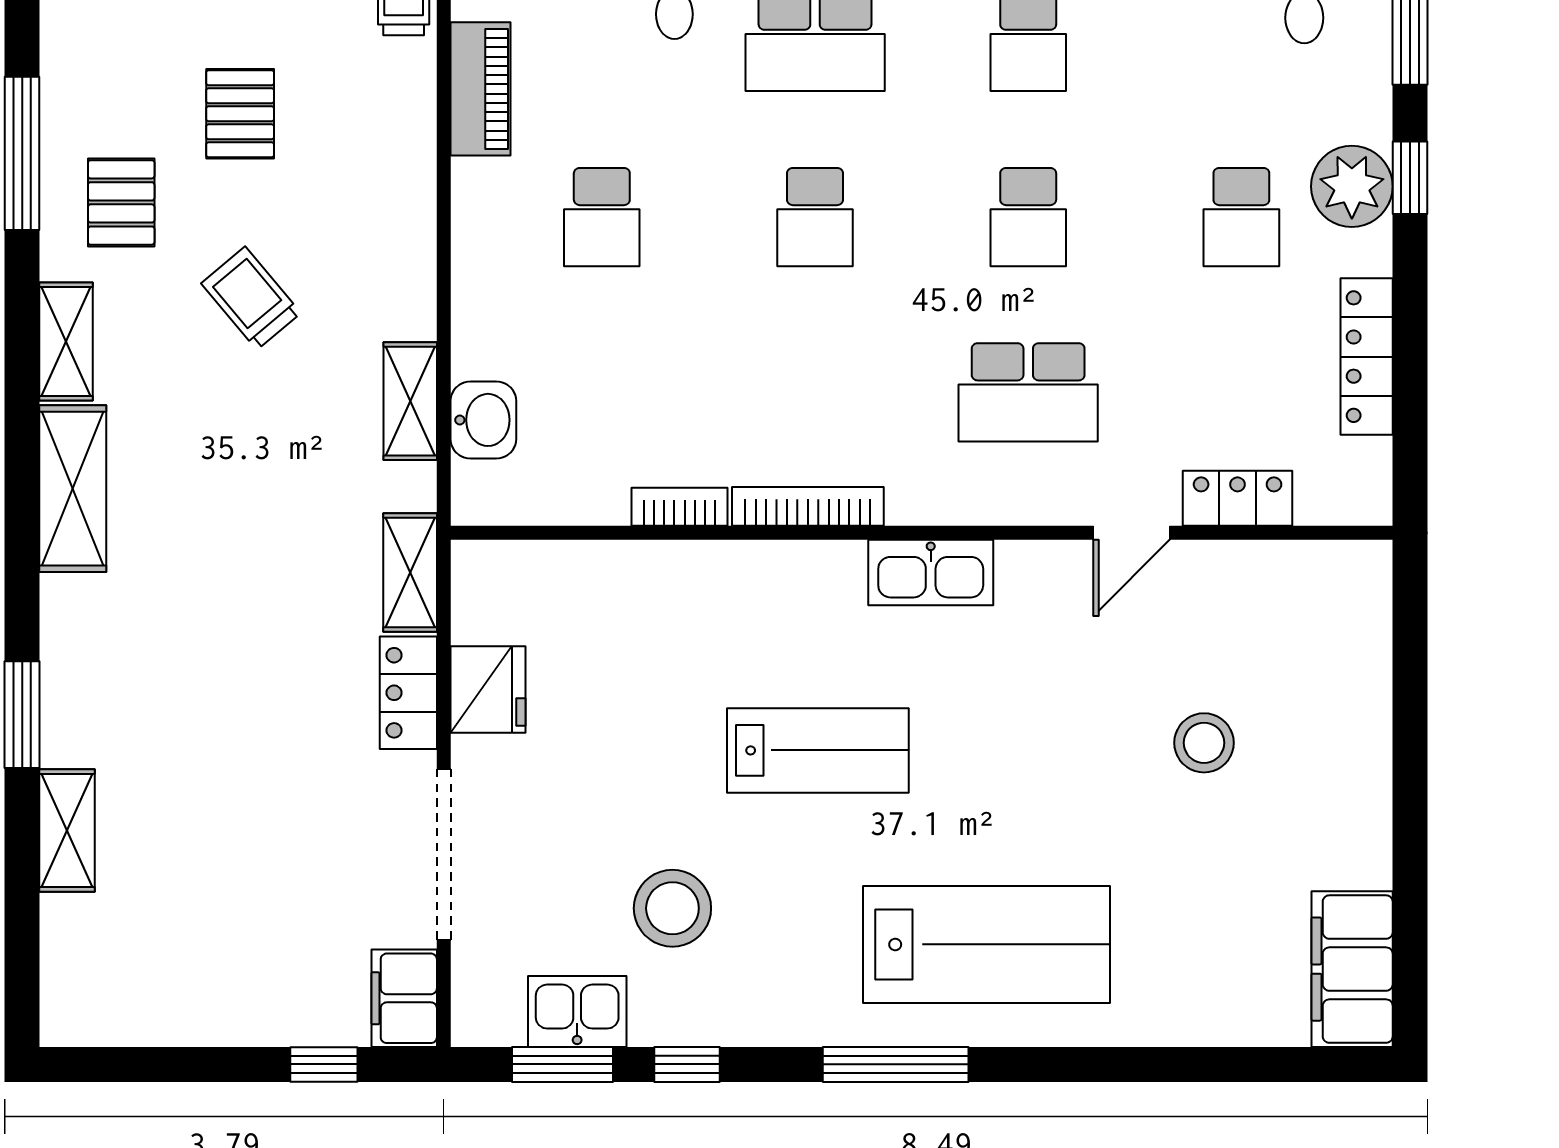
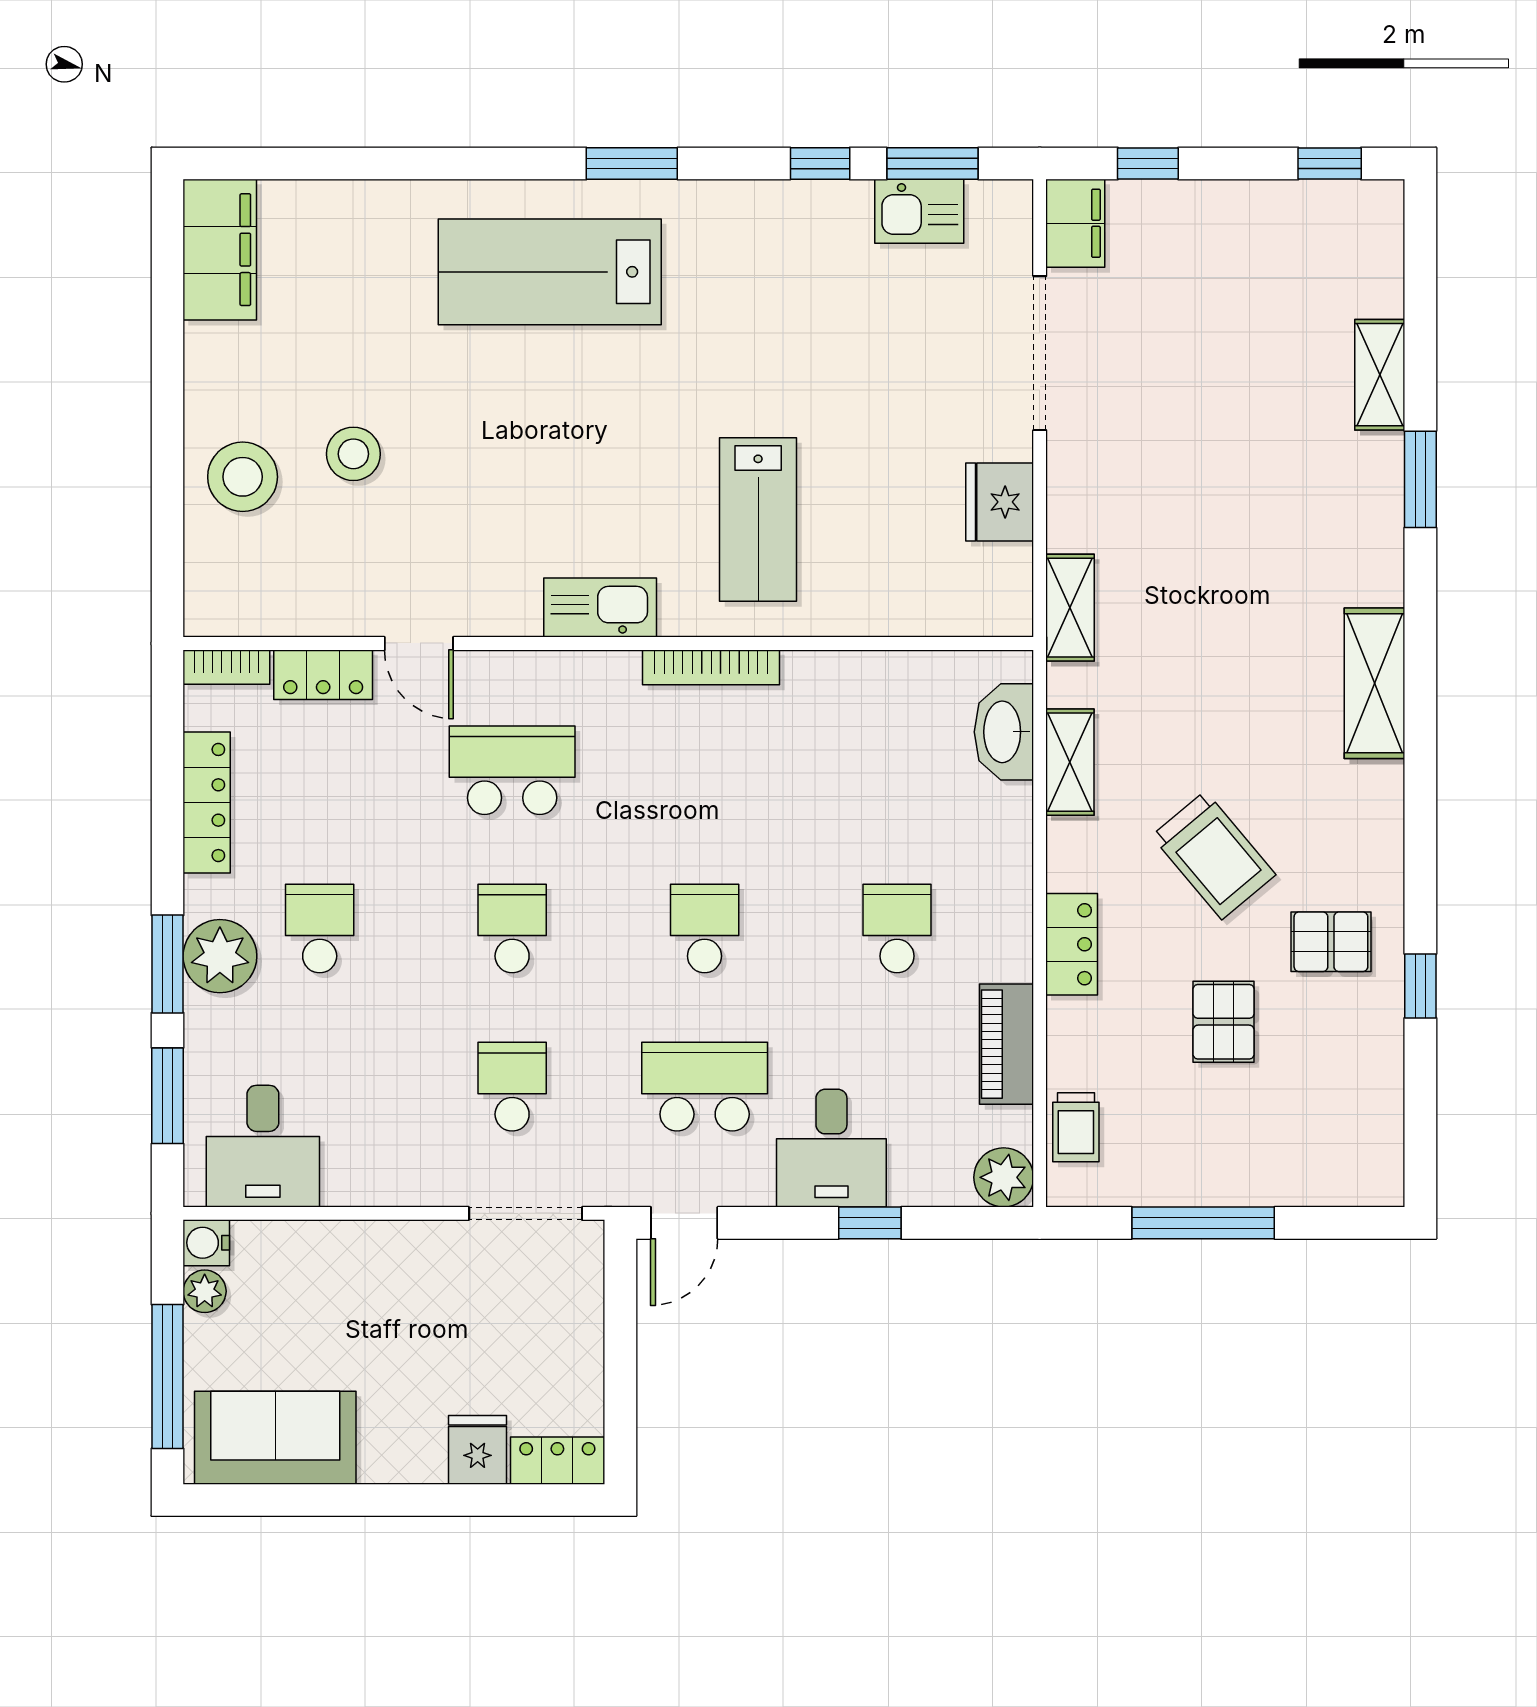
window: (22, 153) -> (1420, 986), width x0.46
window: (1410, 178) -> (168, 964), width x1.50
pallet: (121, 202) -> (1331, 942), turned 90
trolley: (251, 298) -> (1214, 855), width x1.36, depth x1.39
shelving: (66, 341) -> (1381, 816), removed
washbasin: (483, 420) -> (1004, 732), width x1.38
bookcase: (680, 507) -> (226, 667), moved
door: (1131, 533) -> (419, 643), swing flipped
locker: (408, 693) -> (1072, 944), moved
lab bench: (818, 750) -> (758, 519), moved, turned -90
stool: (672, 908) -> (243, 477), moved
window: (123, 1064) -> (1330, 163), added
window: (896, 1064) -> (632, 163), width x0.69

